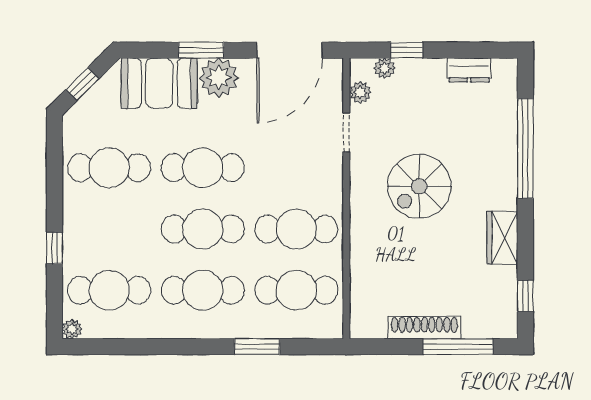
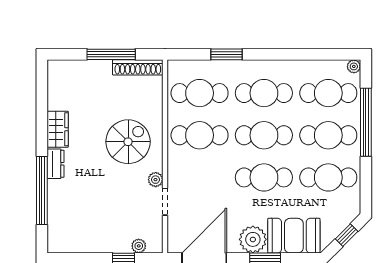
dresser: (469, 70) -> (56, 164), moved, turned 90
plant: (360, 92) -> (156, 180), moved
spiral stairs: (419, 186) -> (128, 142), moved
cafe table: (109, 229) -> (328, 135), added
window: (54, 248) -> (366, 122), width x3.17
window: (525, 296) -> (42, 89), removed
shoe rack: (424, 328) -> (138, 67), moved
window: (458, 347) -> (111, 54), moved

